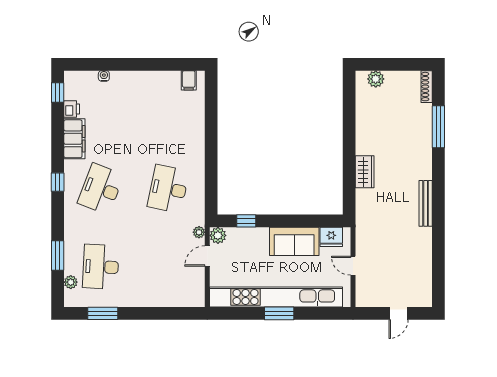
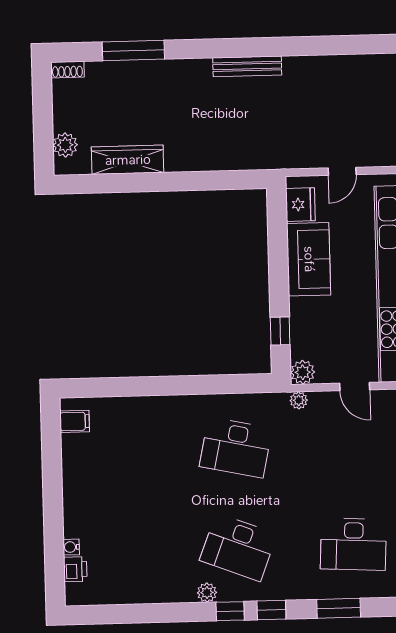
shoe rack: (427, 87) -> (67, 70), width x0.70
window: (58, 93) -> (271, 610), moved
printer: (72, 109) -> (75, 569), moved, turned 90
filing cabinet: (74, 139) -> (165, 588), removed
wardrobe: (365, 172) -> (128, 160), moved, width x1.50
door: (207, 256) -> (355, 387), moved
plant: (71, 282) -> (207, 593), moved

